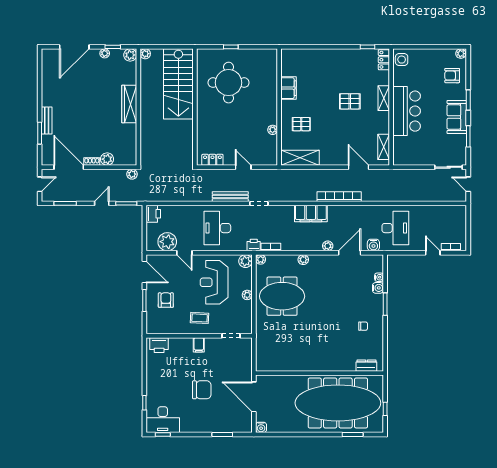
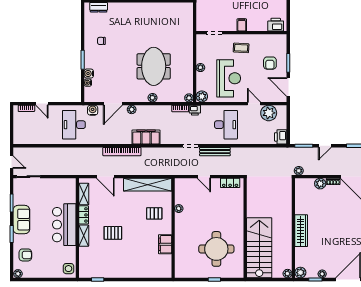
locker: (384, 60) -> (84, 215), moved
shelving: (300, 158) -> (148, 185), width x1.47
meeting table: (282, 296) -> (154, 66), moved, turned 90

